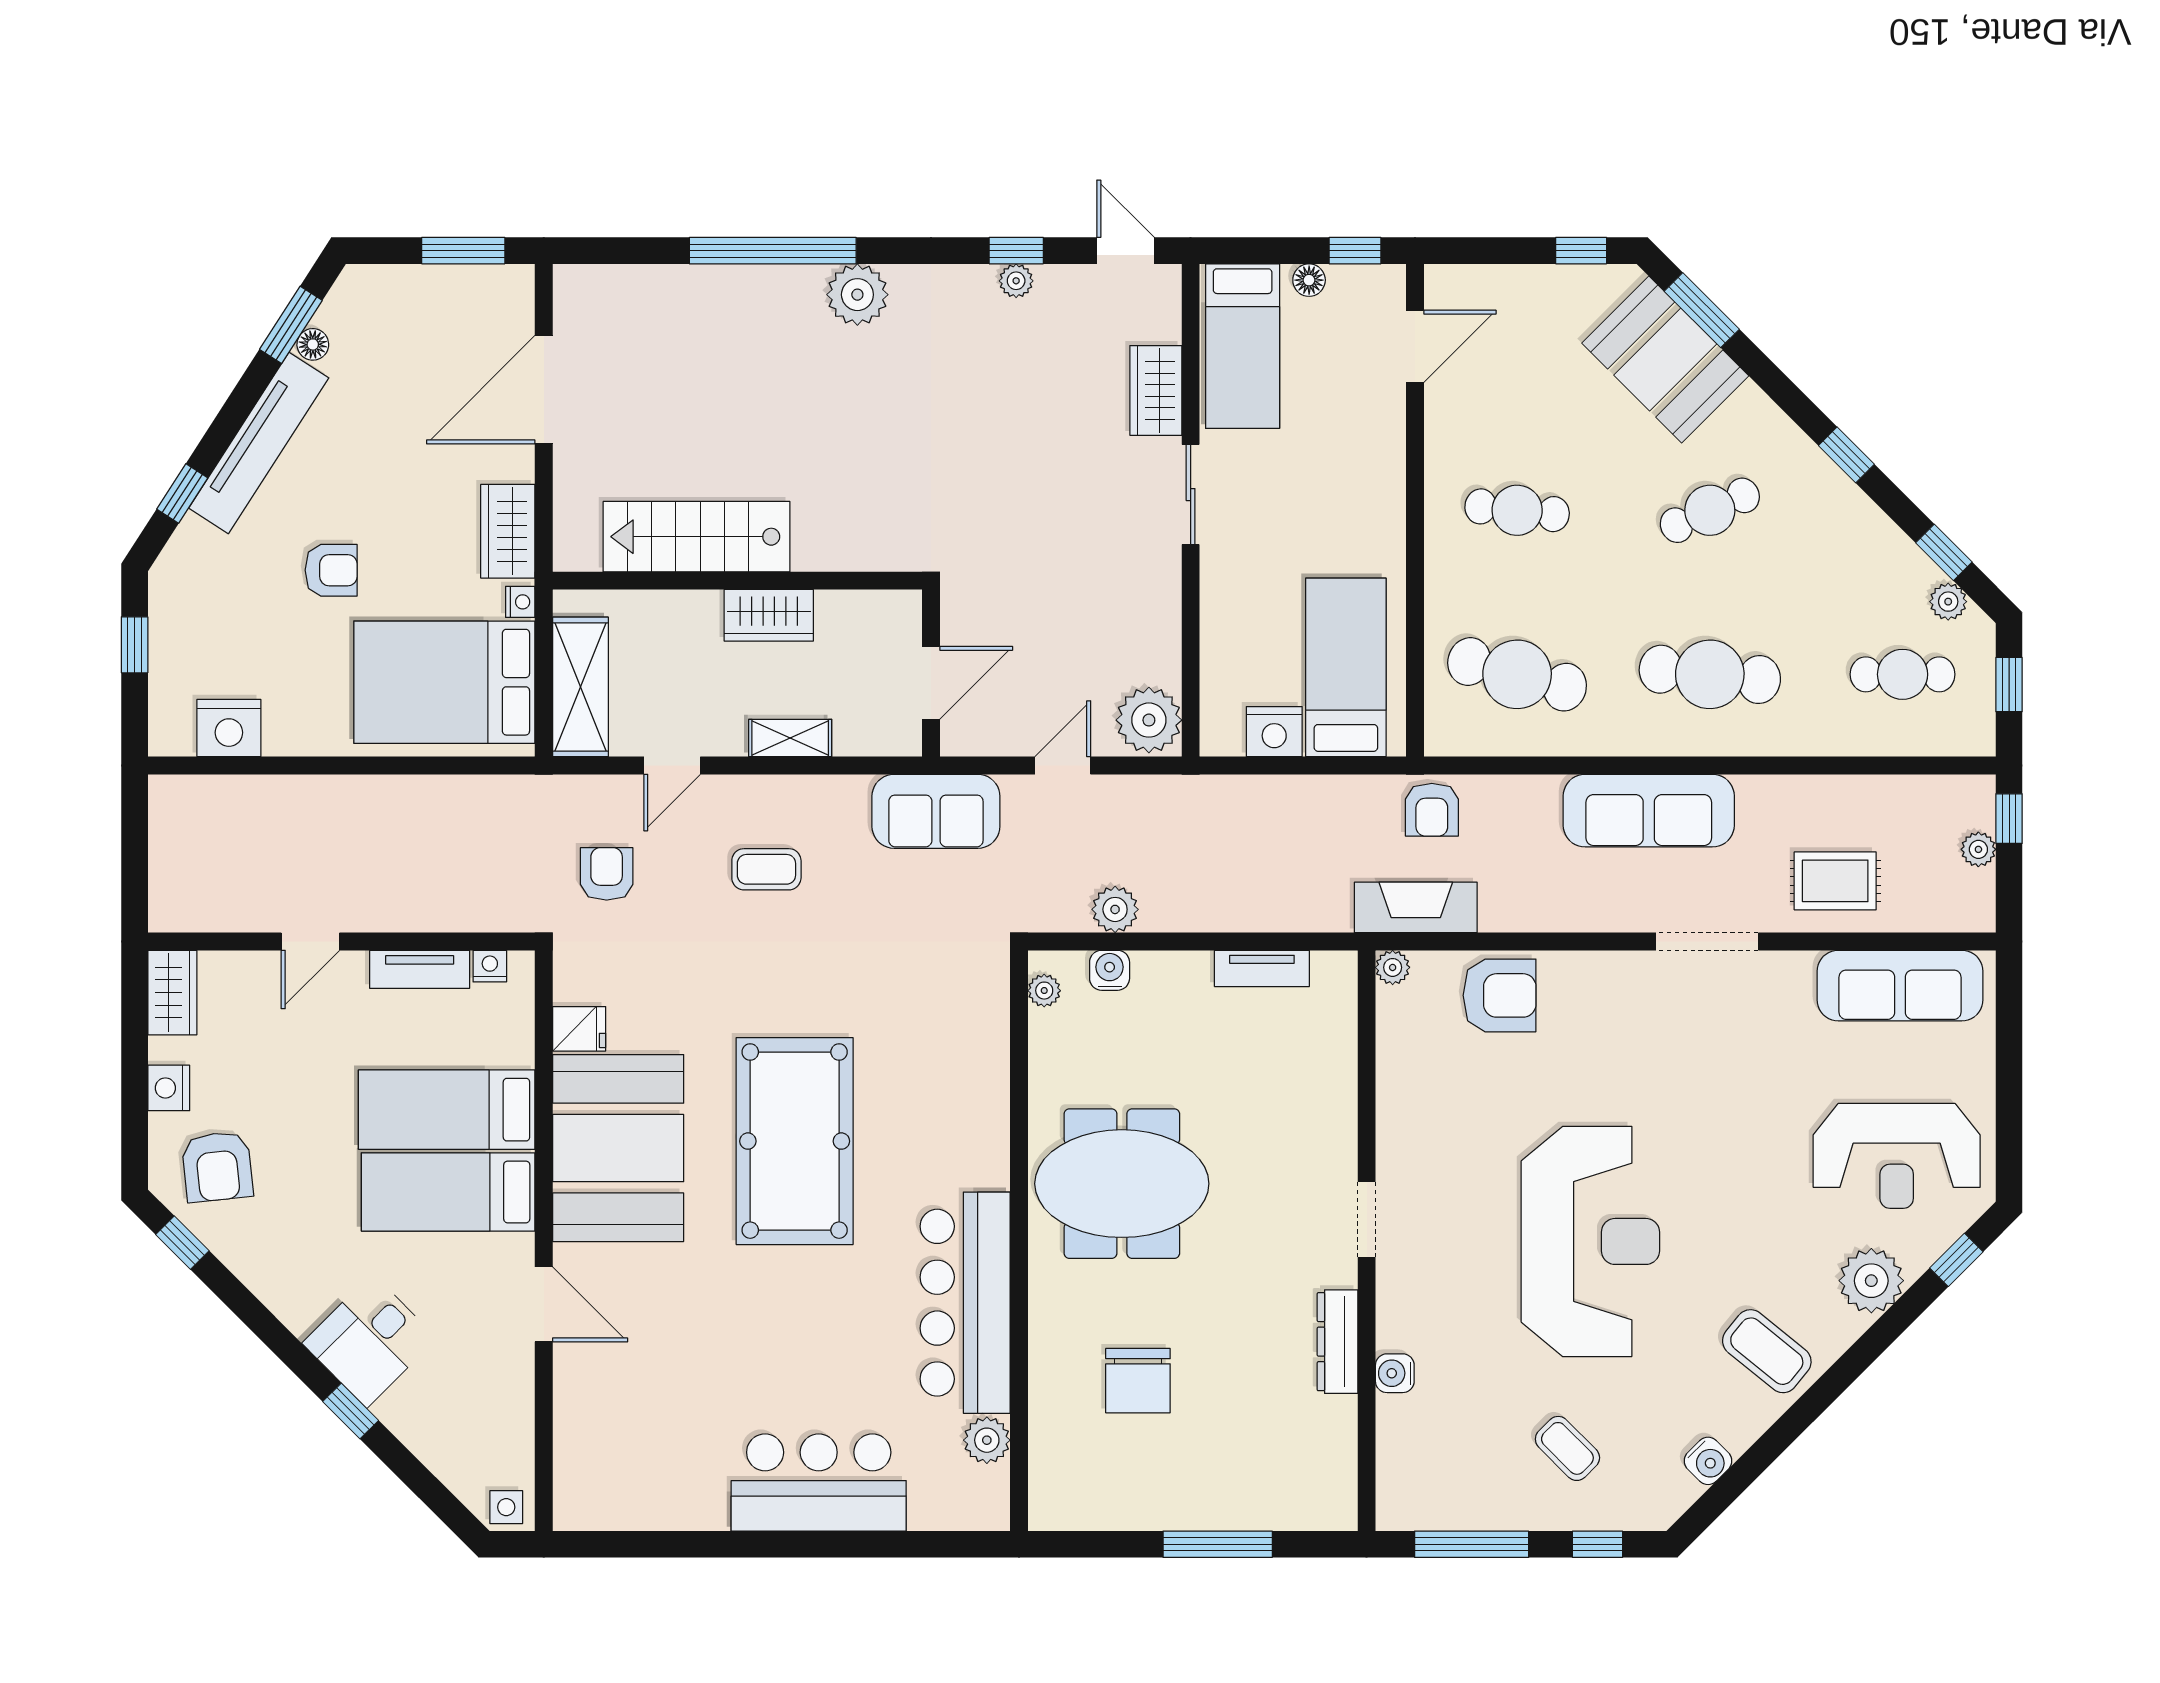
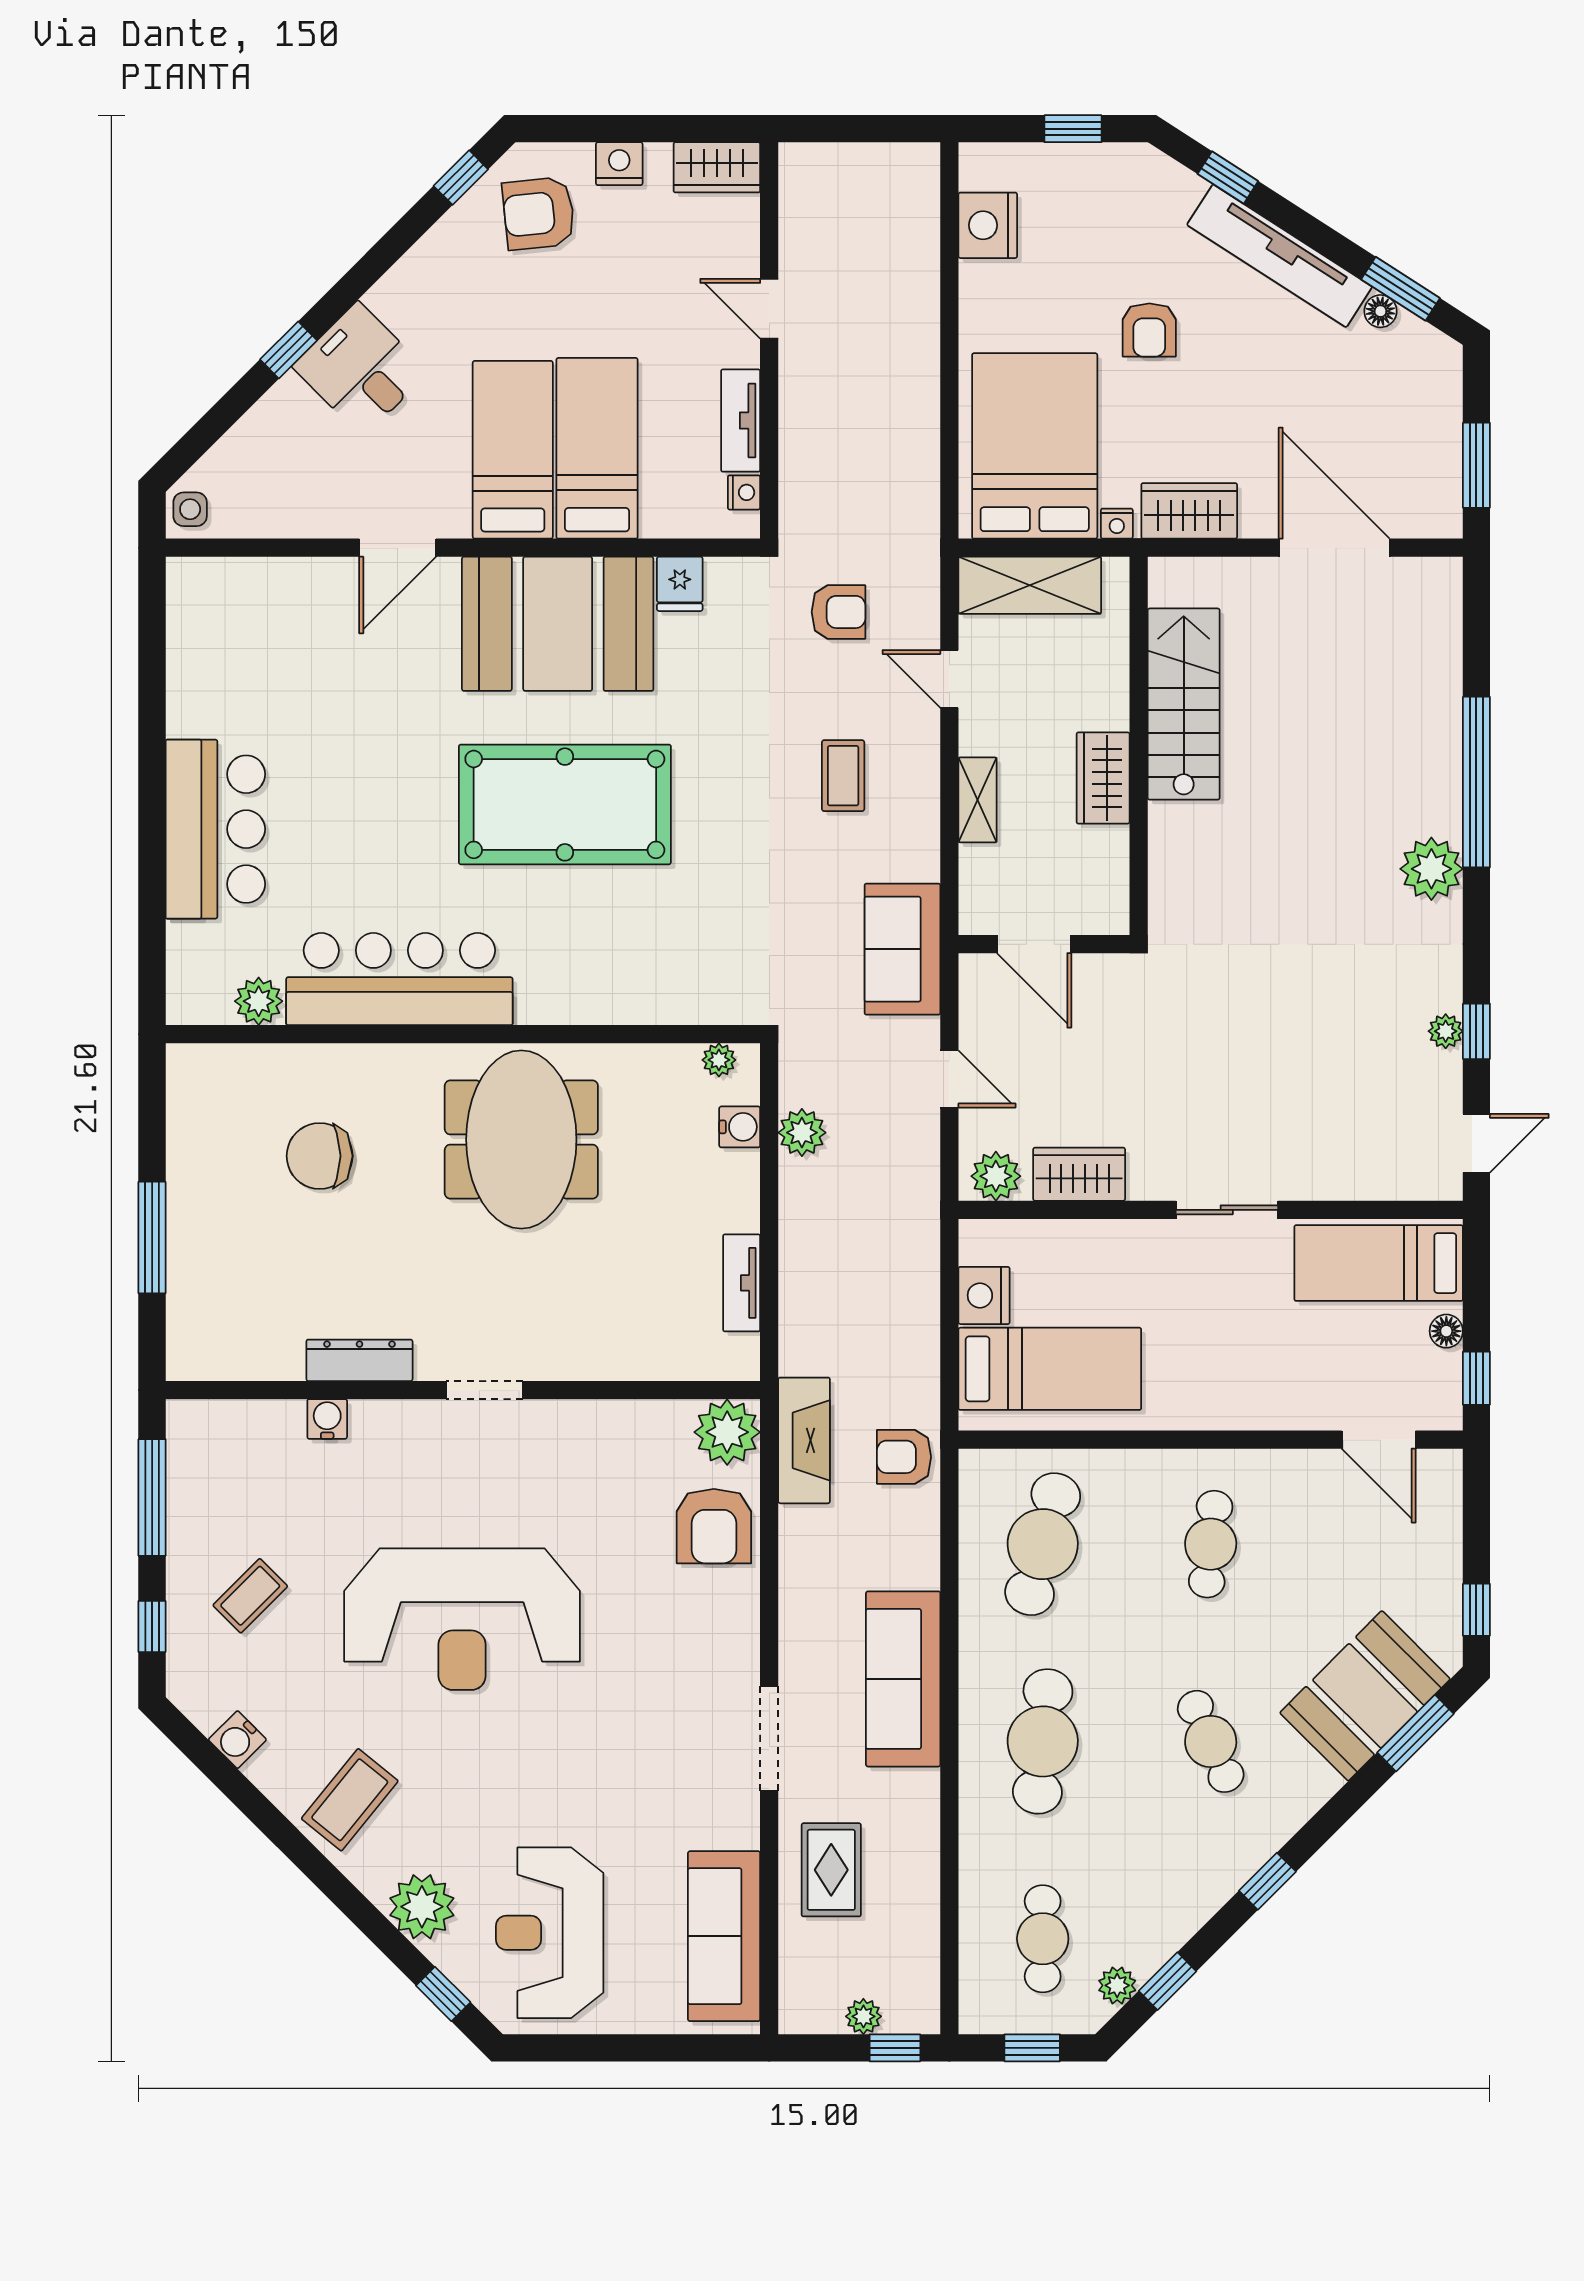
wardrobe: (1156, 390) -> (1079, 1174), moved
plant: (1149, 720) -> (996, 1176), width x0.73, depth x0.73
plant: (1393, 967) -> (727, 1432), width x1.87, depth x1.87

